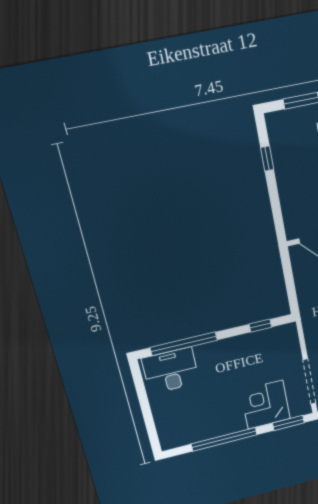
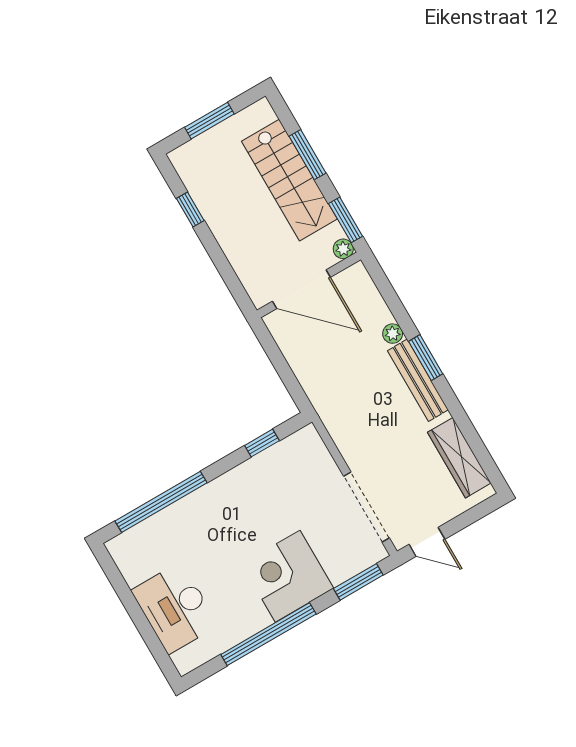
desk: (171, 371) -> (175, 608), moved, turned -90
corner desk: (265, 405) -> (288, 576), moved

